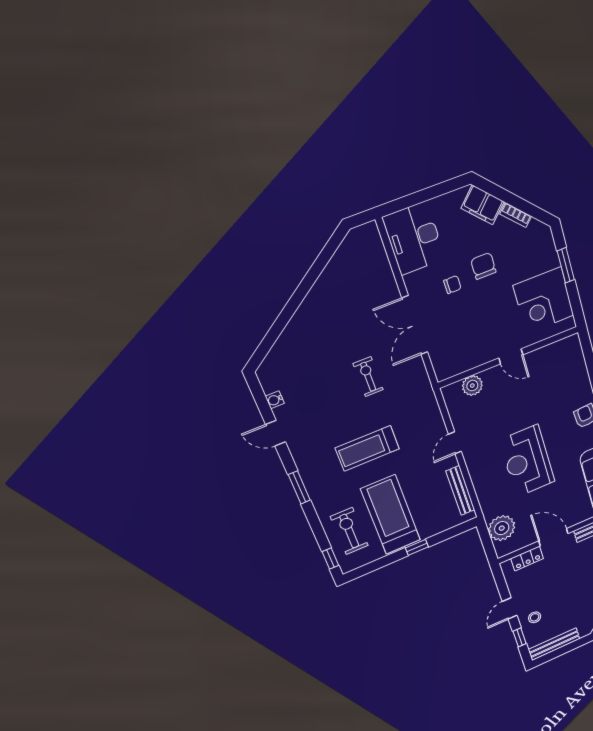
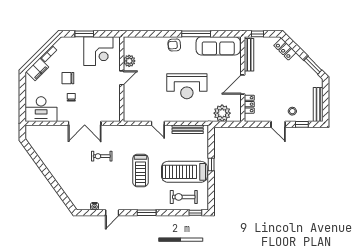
plant: (472, 386) -> (129, 61), moved

